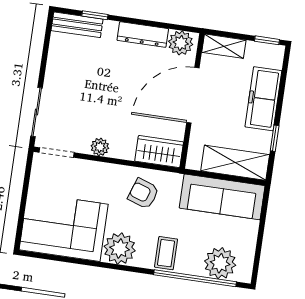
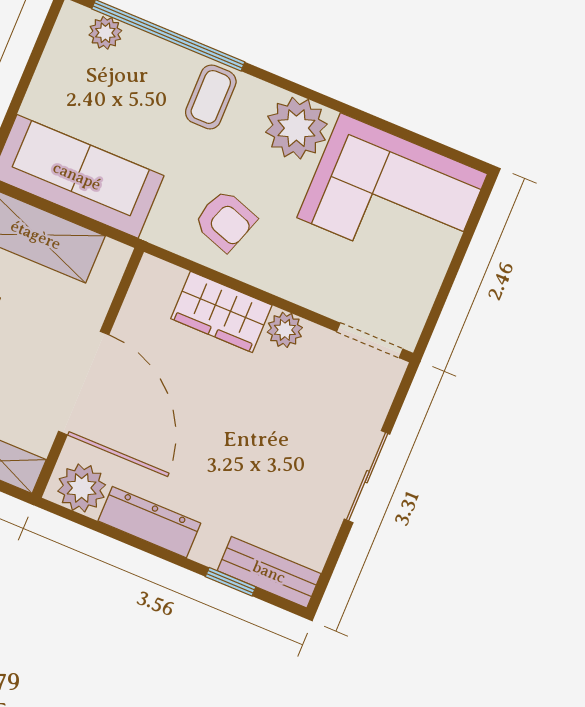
door: (193, 95) -> (84, 383), hinge flipped
sliding door: (37, 112) -> (367, 477), moved
wardrobe: (159, 152) -> (221, 312), moved
plant: (220, 263) -> (105, 33), width x0.53, depth x0.53

